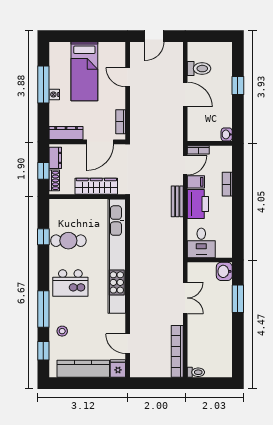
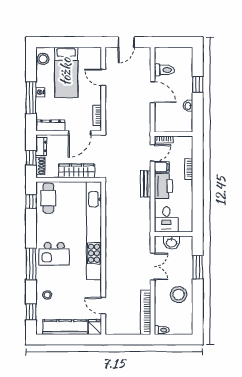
stool: (57, 56) -> (43, 59), added
window: (43, 84) -> (31, 98), moved
washbasin: (227, 134) -> (188, 106), moved
window: (43, 237) -> (31, 201), moved
cafe table: (68, 241) -> (48, 198), moved, turned 90
washbasin: (224, 271) -> (172, 243), moved, turned -90
window: (43, 309) -> (31, 264), moved
stool: (215, 331) -> (179, 295), added

